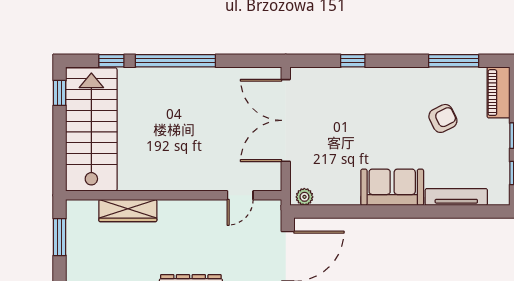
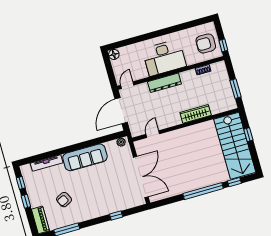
window: (60, 93) -> (248, 135), moved
sofa: (392, 187) -> (85, 157), width x1.36
wardrobe: (128, 210) -> (196, 114), moved

